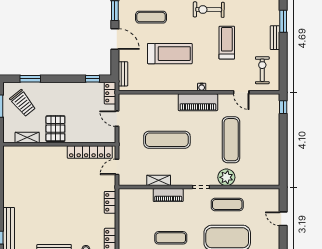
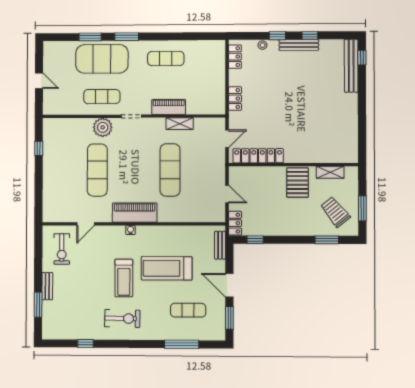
treadmill: (227, 43) -> (124, 278), moved
door: (241, 92) -> (86, 224), swing flipped
window: (283, 107) -> (39, 148), moved
exercise mat: (167, 140) -> (170, 170), turned 90

